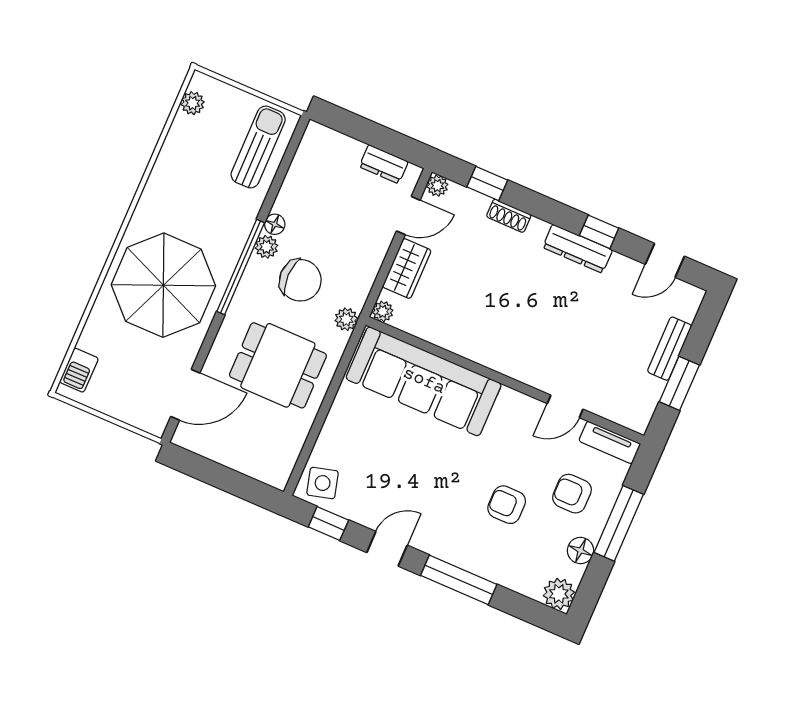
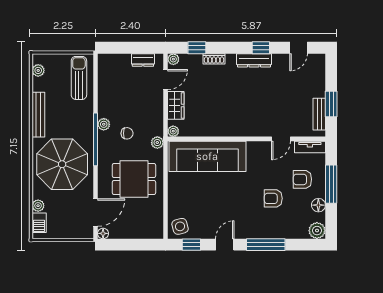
bench: (159, 180) -> (38, 115), added
floor lamp: (275, 224) -> (103, 233), moved
chair: (300, 280) -> (127, 133), width x0.54, depth x0.54
plant: (90, 339) -> (38, 206), added
bench: (670, 349) -> (319, 114), moved

